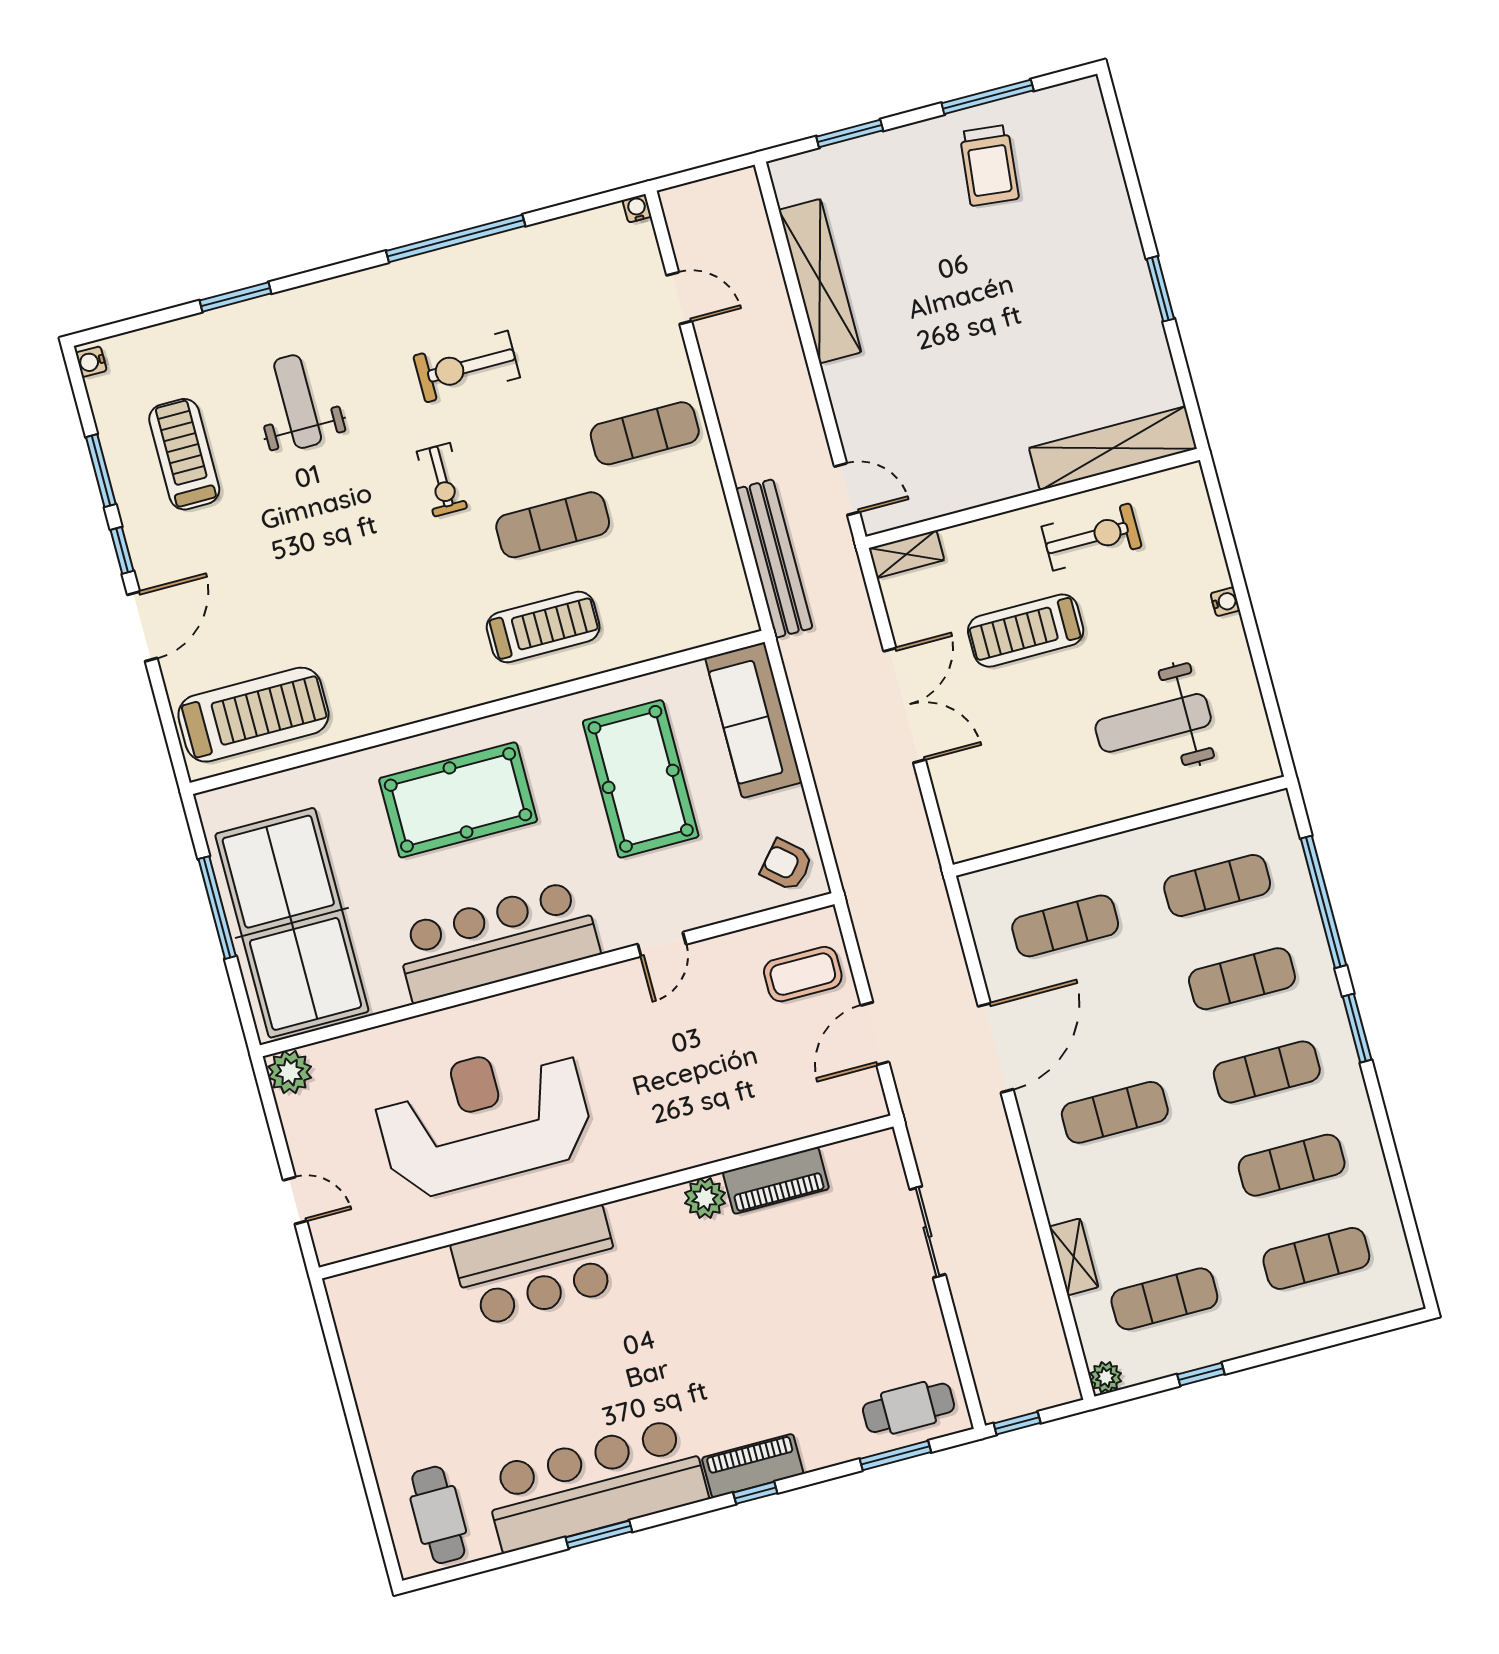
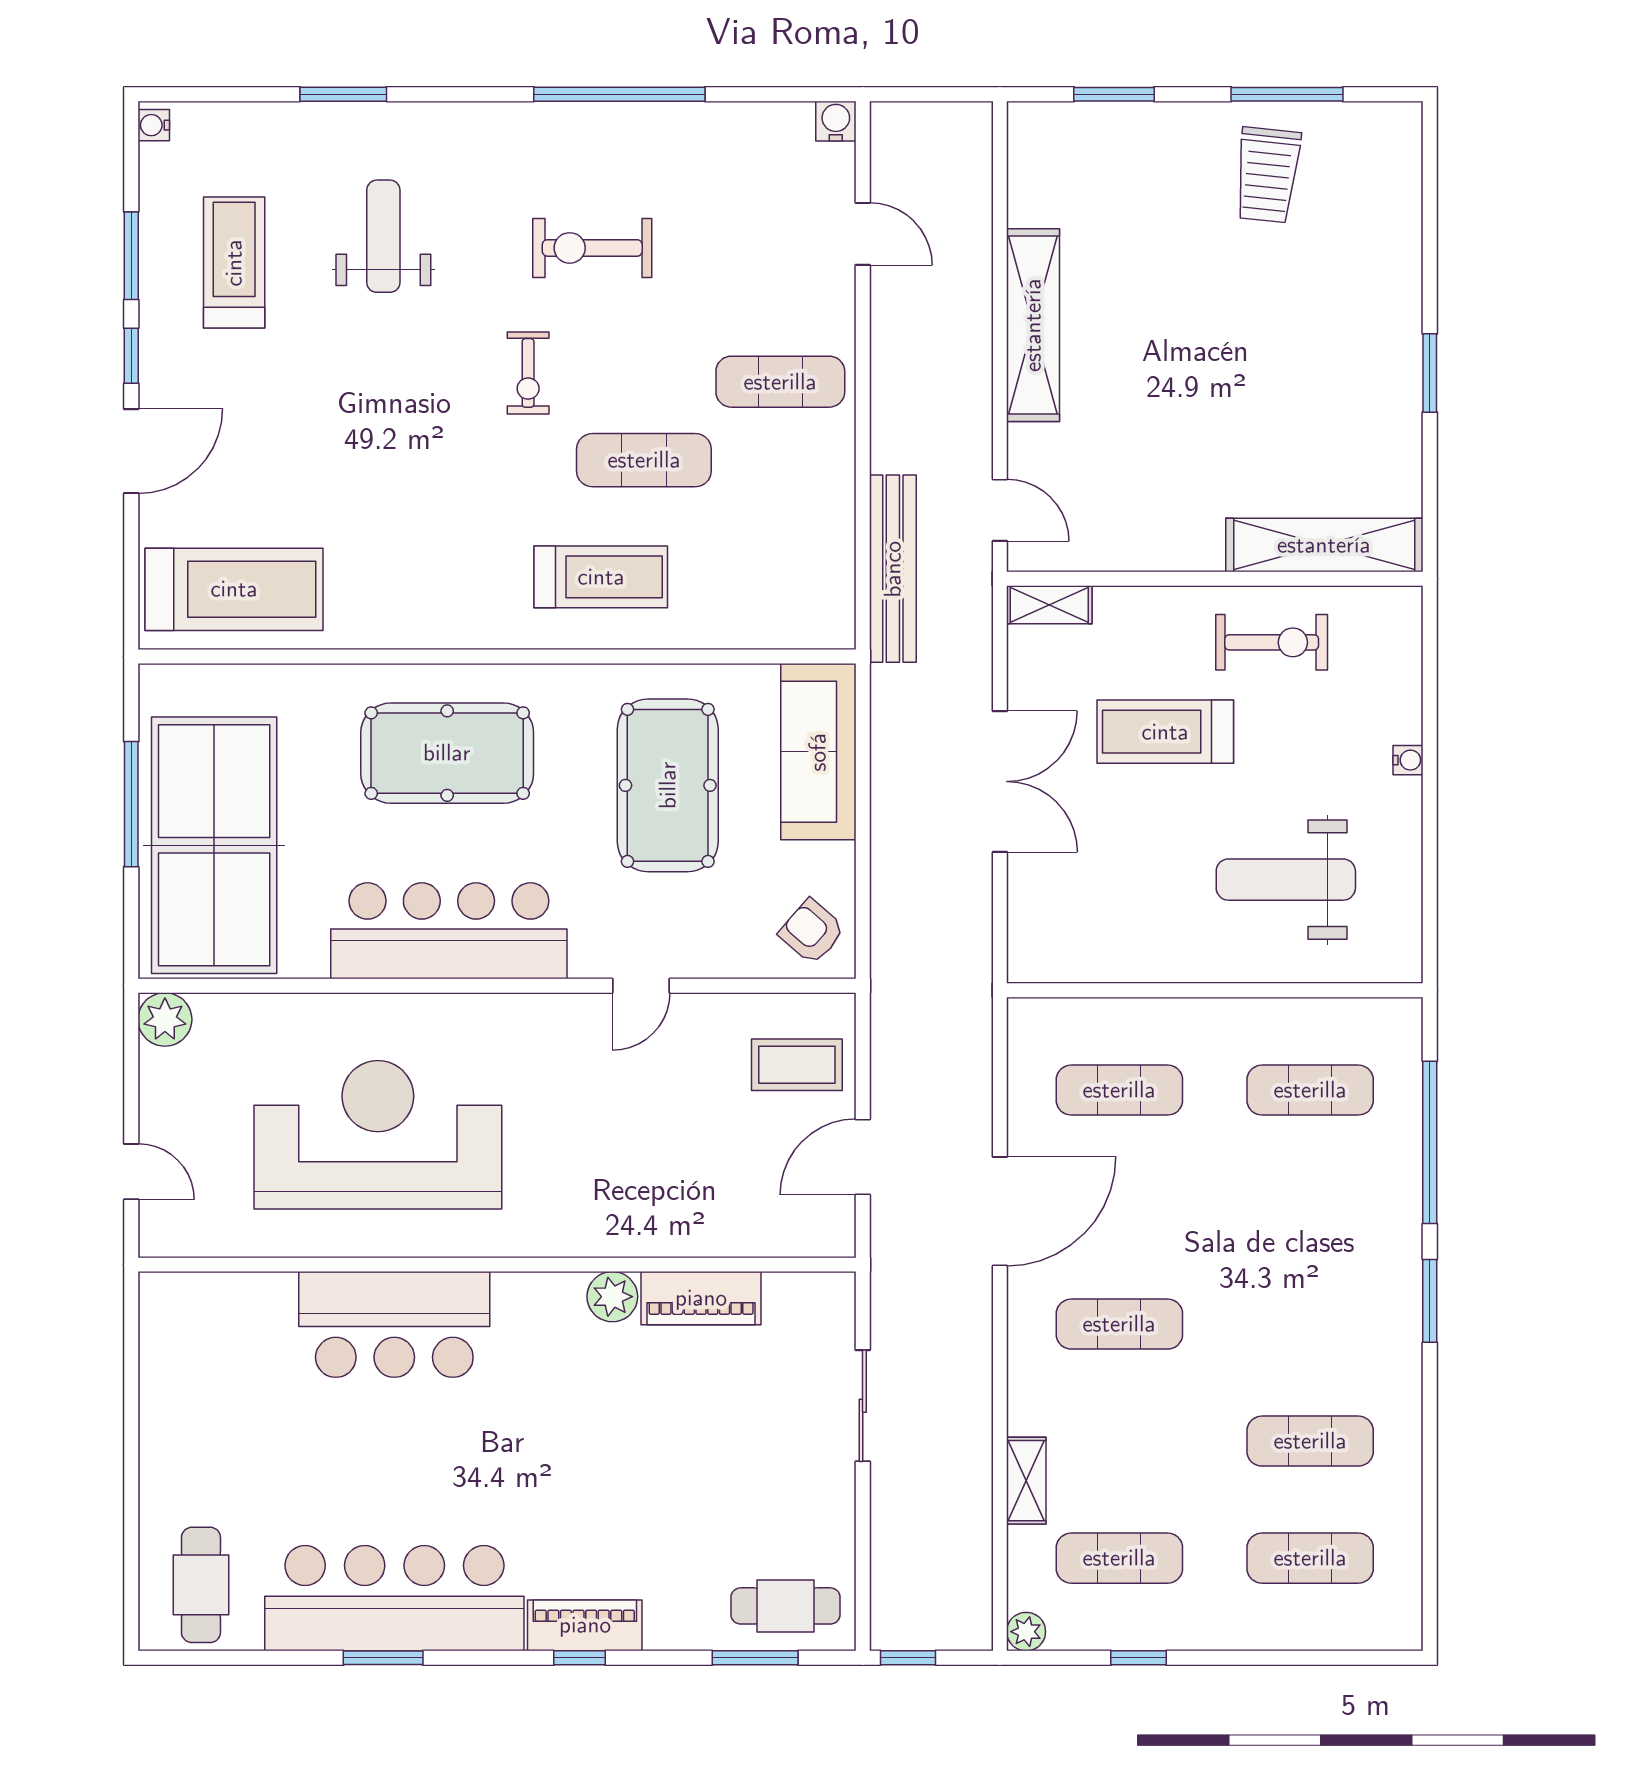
water cooler: (637, 208) -> (836, 121), width x1.38, depth x1.38
shelving: (820, 281) -> (1033, 325), moved
exercise mat: (1242, 979) -> (1310, 1207), removed
exercise mat: (1267, 1072) -> (1310, 1324), removed

